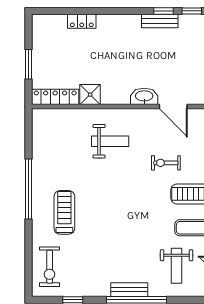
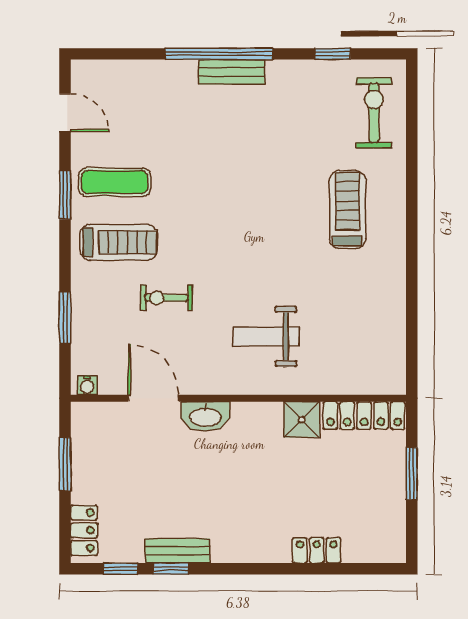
exercise bike: (166, 163) -> (167, 298), turned 180
window: (28, 189) -> (412, 251), removed
treadmill: (64, 212) -> (348, 210), turned 180
weight bench: (177, 266) -> (148, 114), removed

